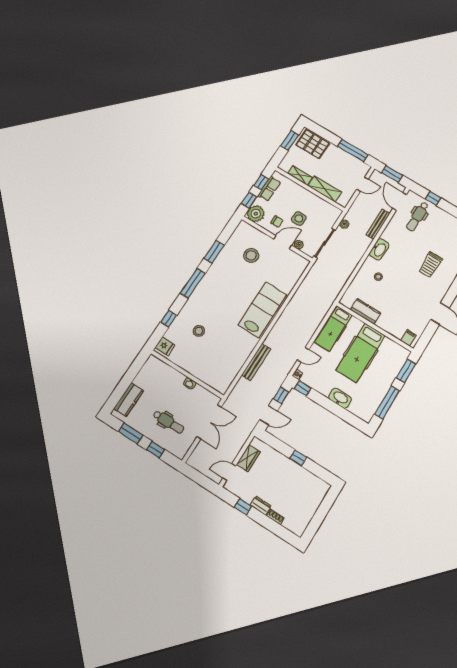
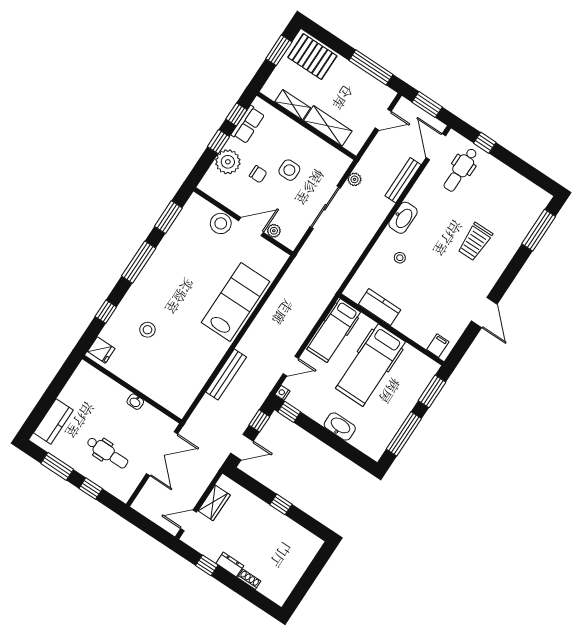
wall: (277, 239) -> (243, 221), moved
door: (283, 242) -> (251, 227), moved
plant: (299, 245) -> (274, 231), moved

